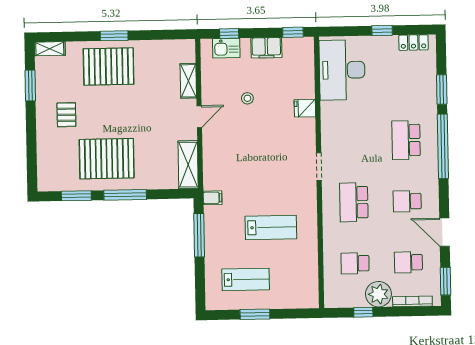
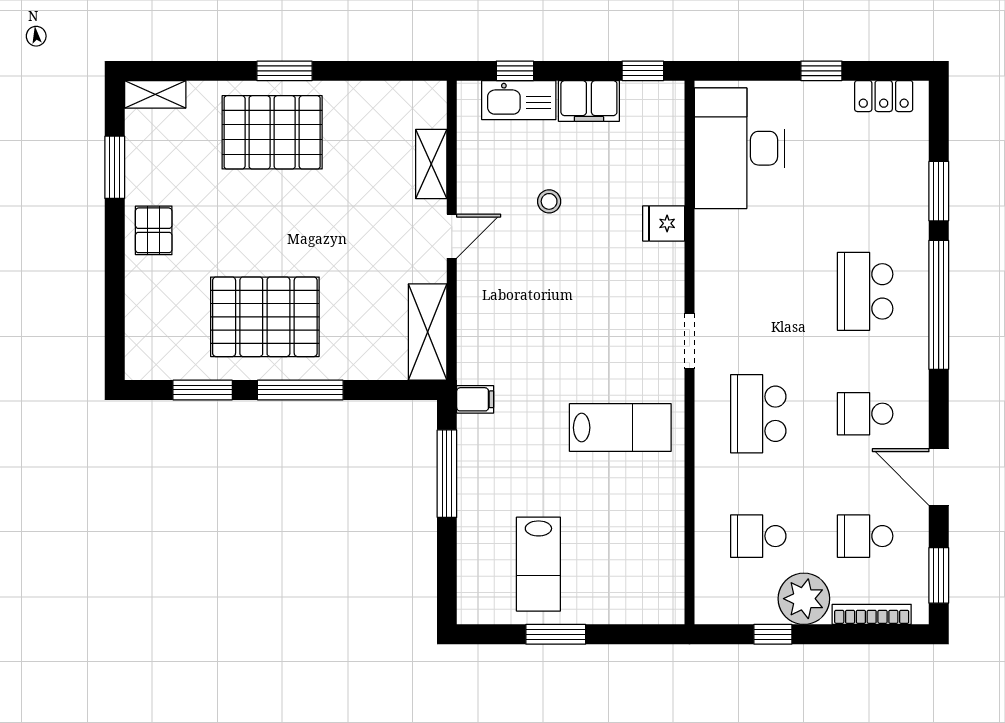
kitchen sink: (226, 48) -> (519, 100), width x1.38
pallet: (66, 115) -> (154, 230), moved
lab bench: (271, 227) -> (620, 428), moved
lab bench: (246, 279) -> (538, 564), turned 90

